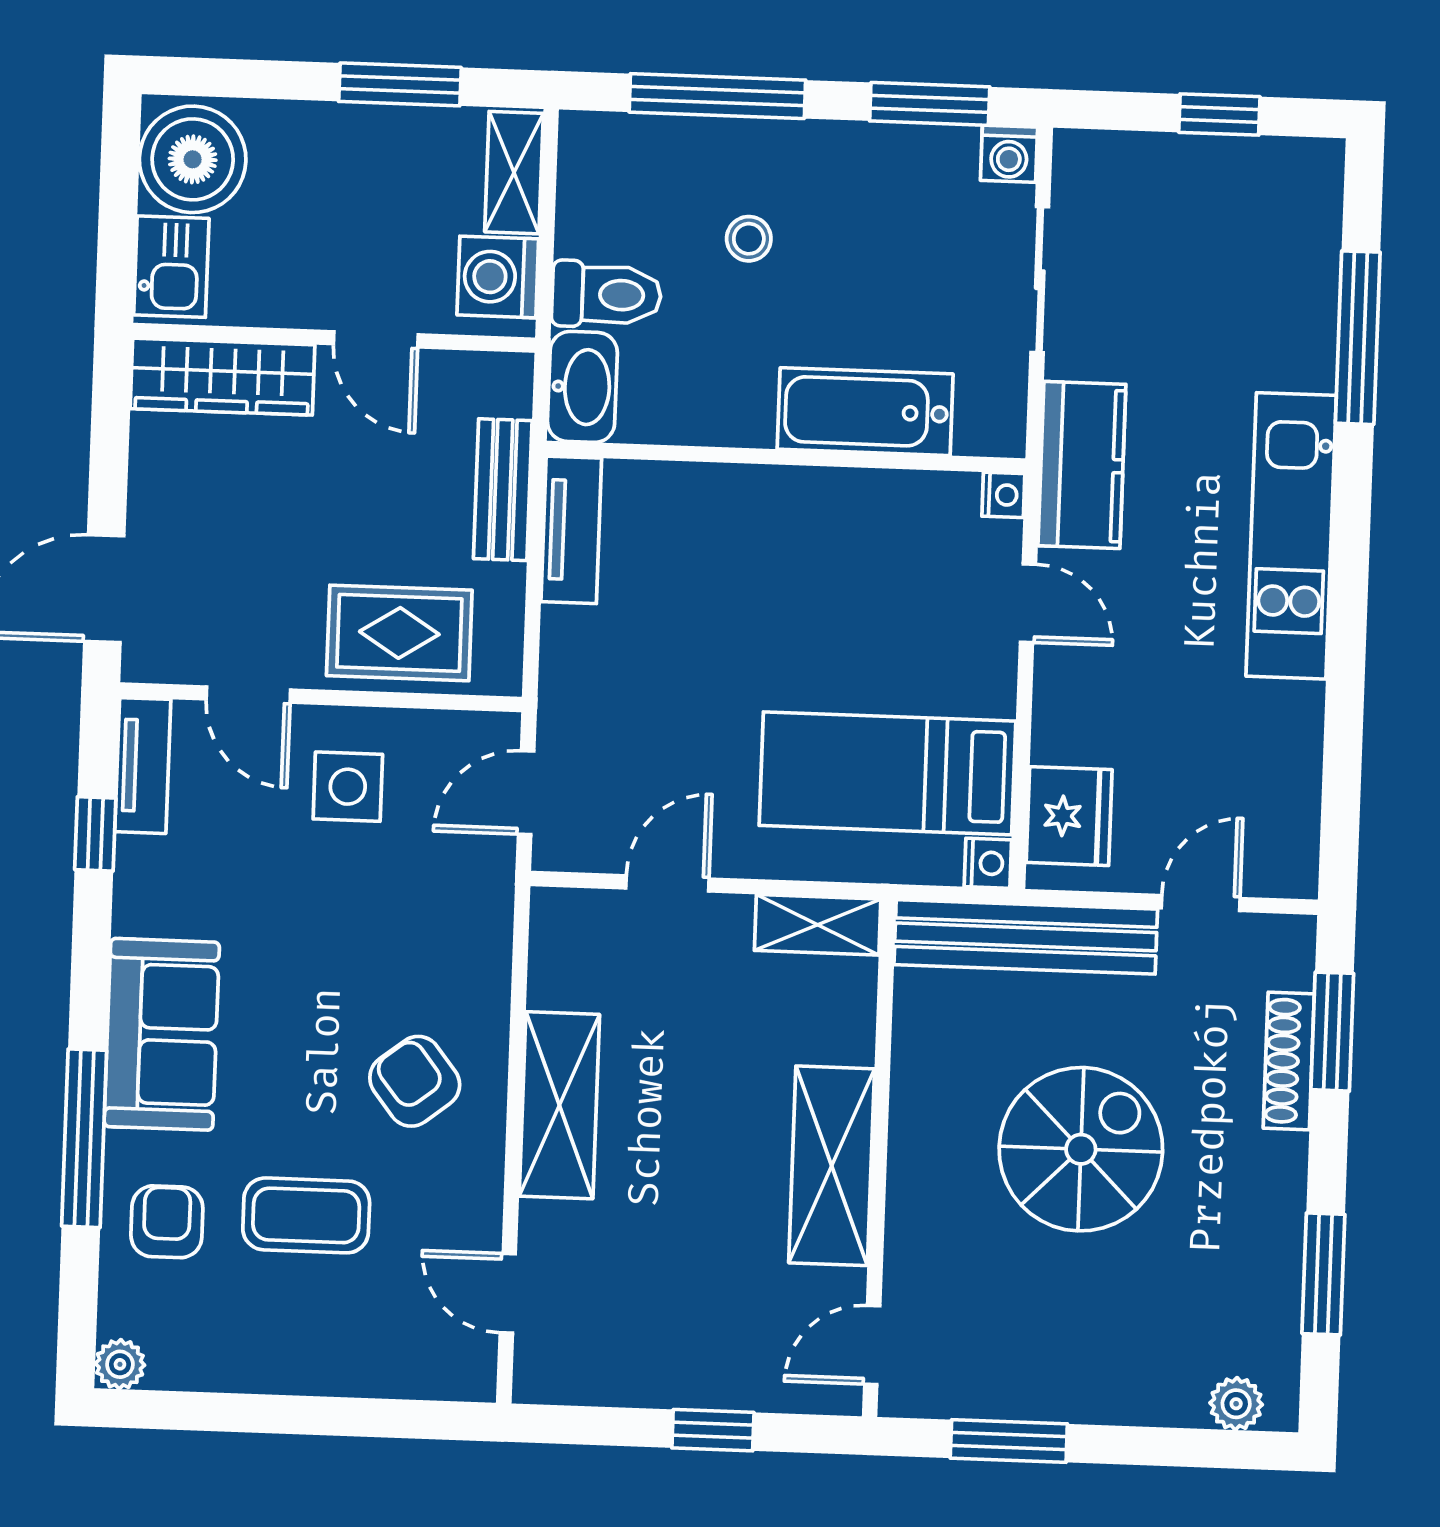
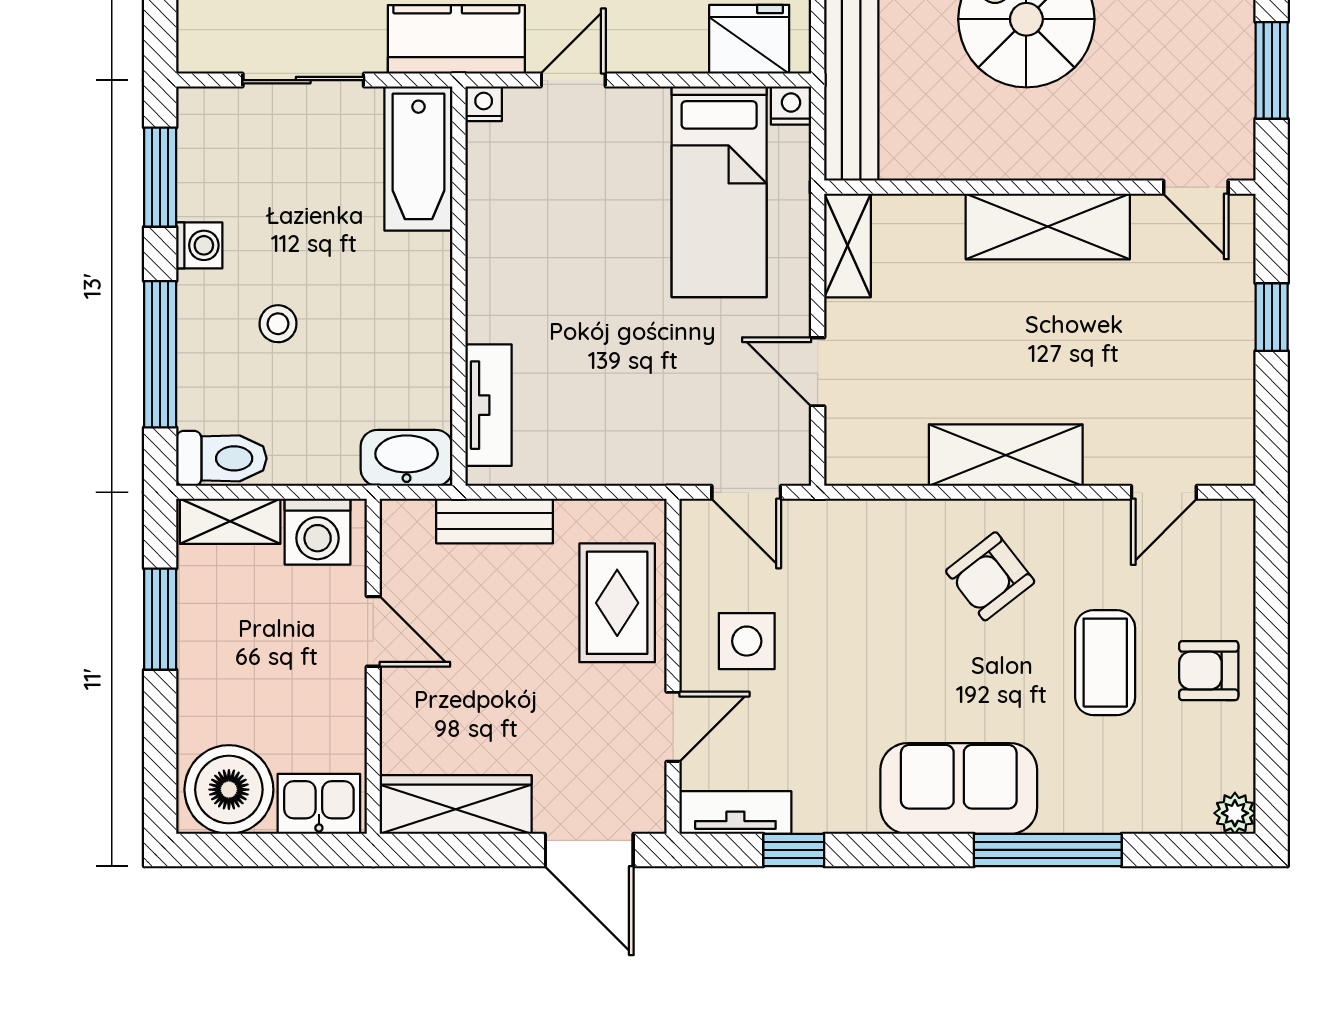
washing machine: (1009, 154) -> (199, 245), moved
toilet: (606, 295) -> (221, 458), moved, turned 90
door: (376, 339) -> (373, 631), hinge flipped
wardrobe: (223, 377) -> (456, 805), moved, turned -90
bathtub: (865, 412) -> (418, 159), moved
tv unit: (571, 530) -> (488, 405), moved, turned 90
armchair: (167, 1222) -> (1209, 671), moved

